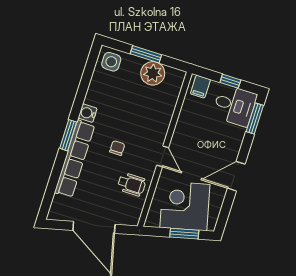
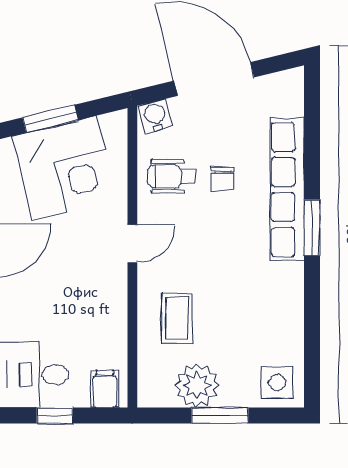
coffee table: (152, 111) -> (177, 318), added
water cooler: (88, 113) -> (155, 116), moved, turned -104
chair: (117, 148) -> (222, 179), moved
door: (163, 156) -> (132, 244), swing flipped

